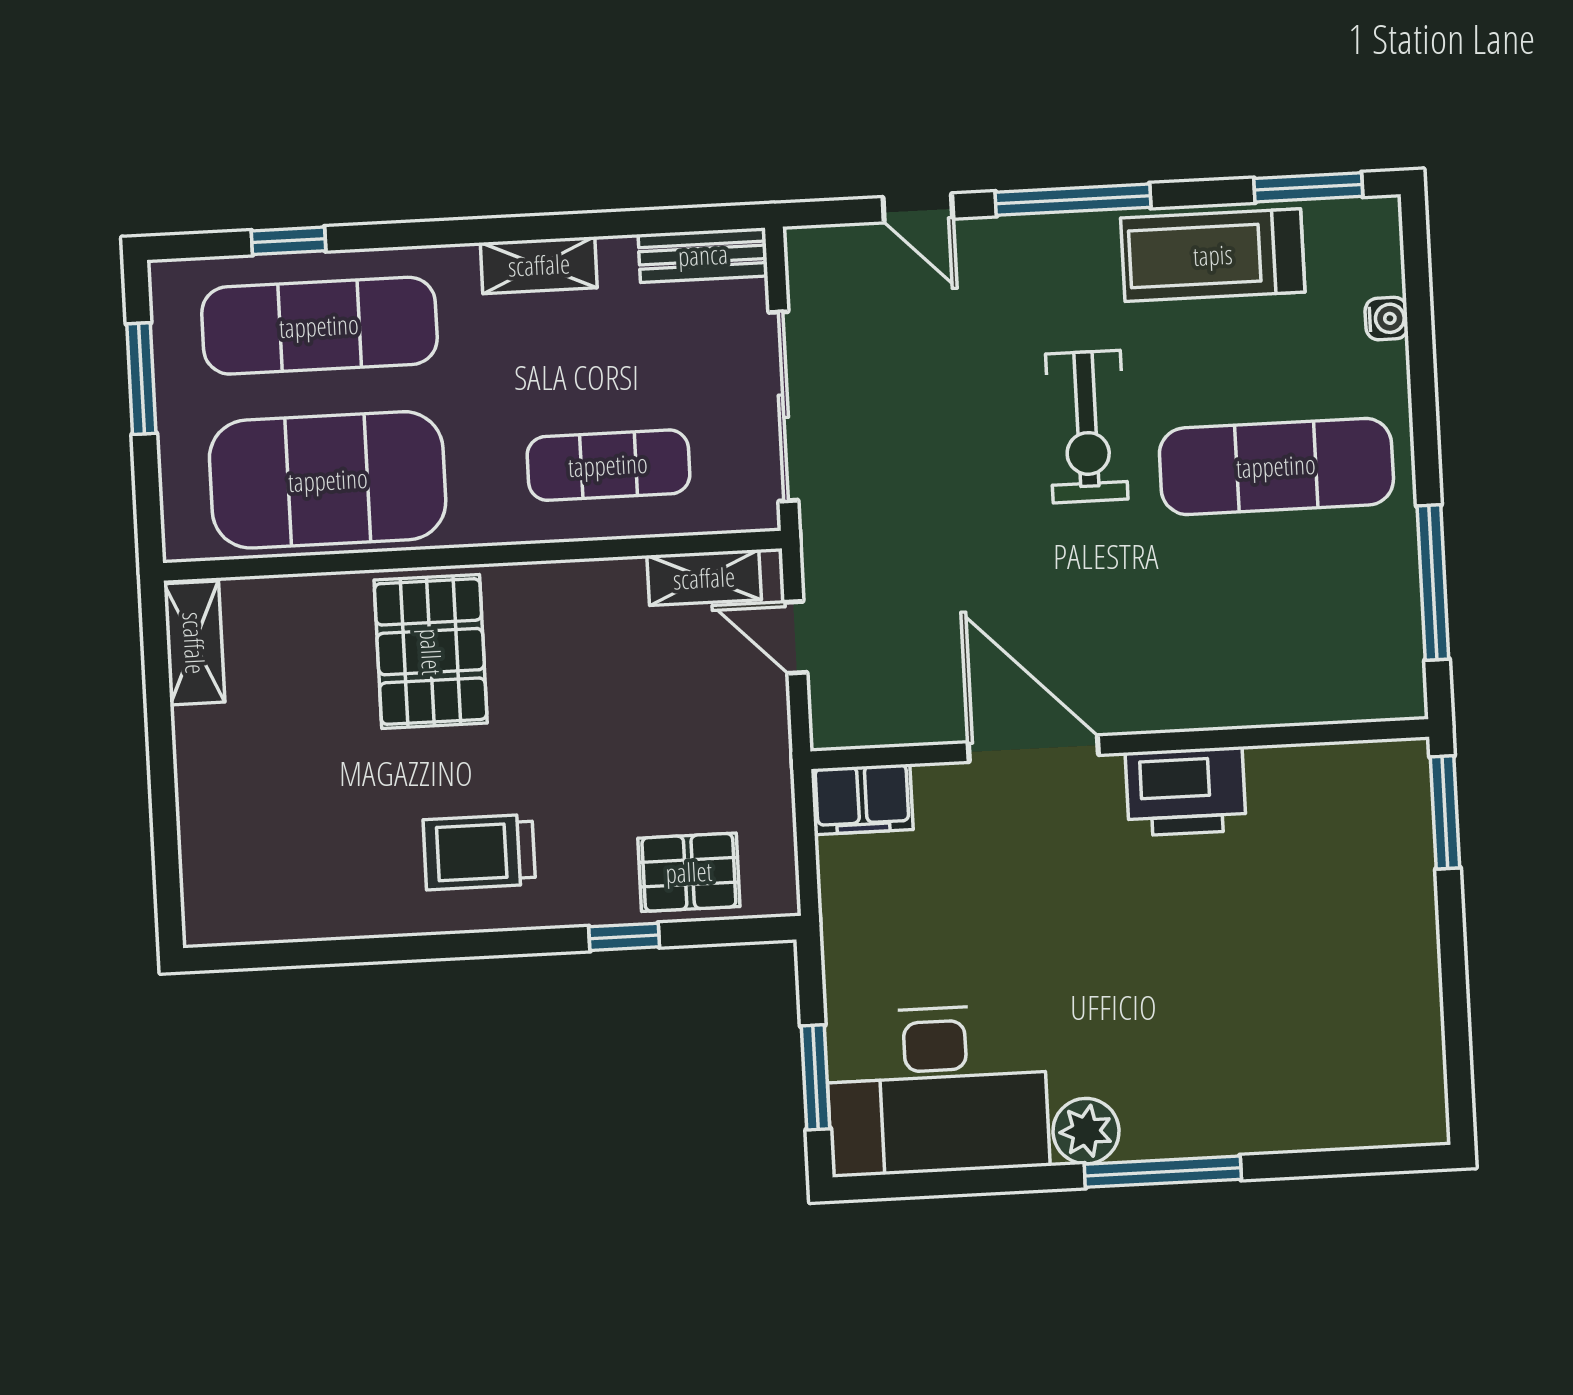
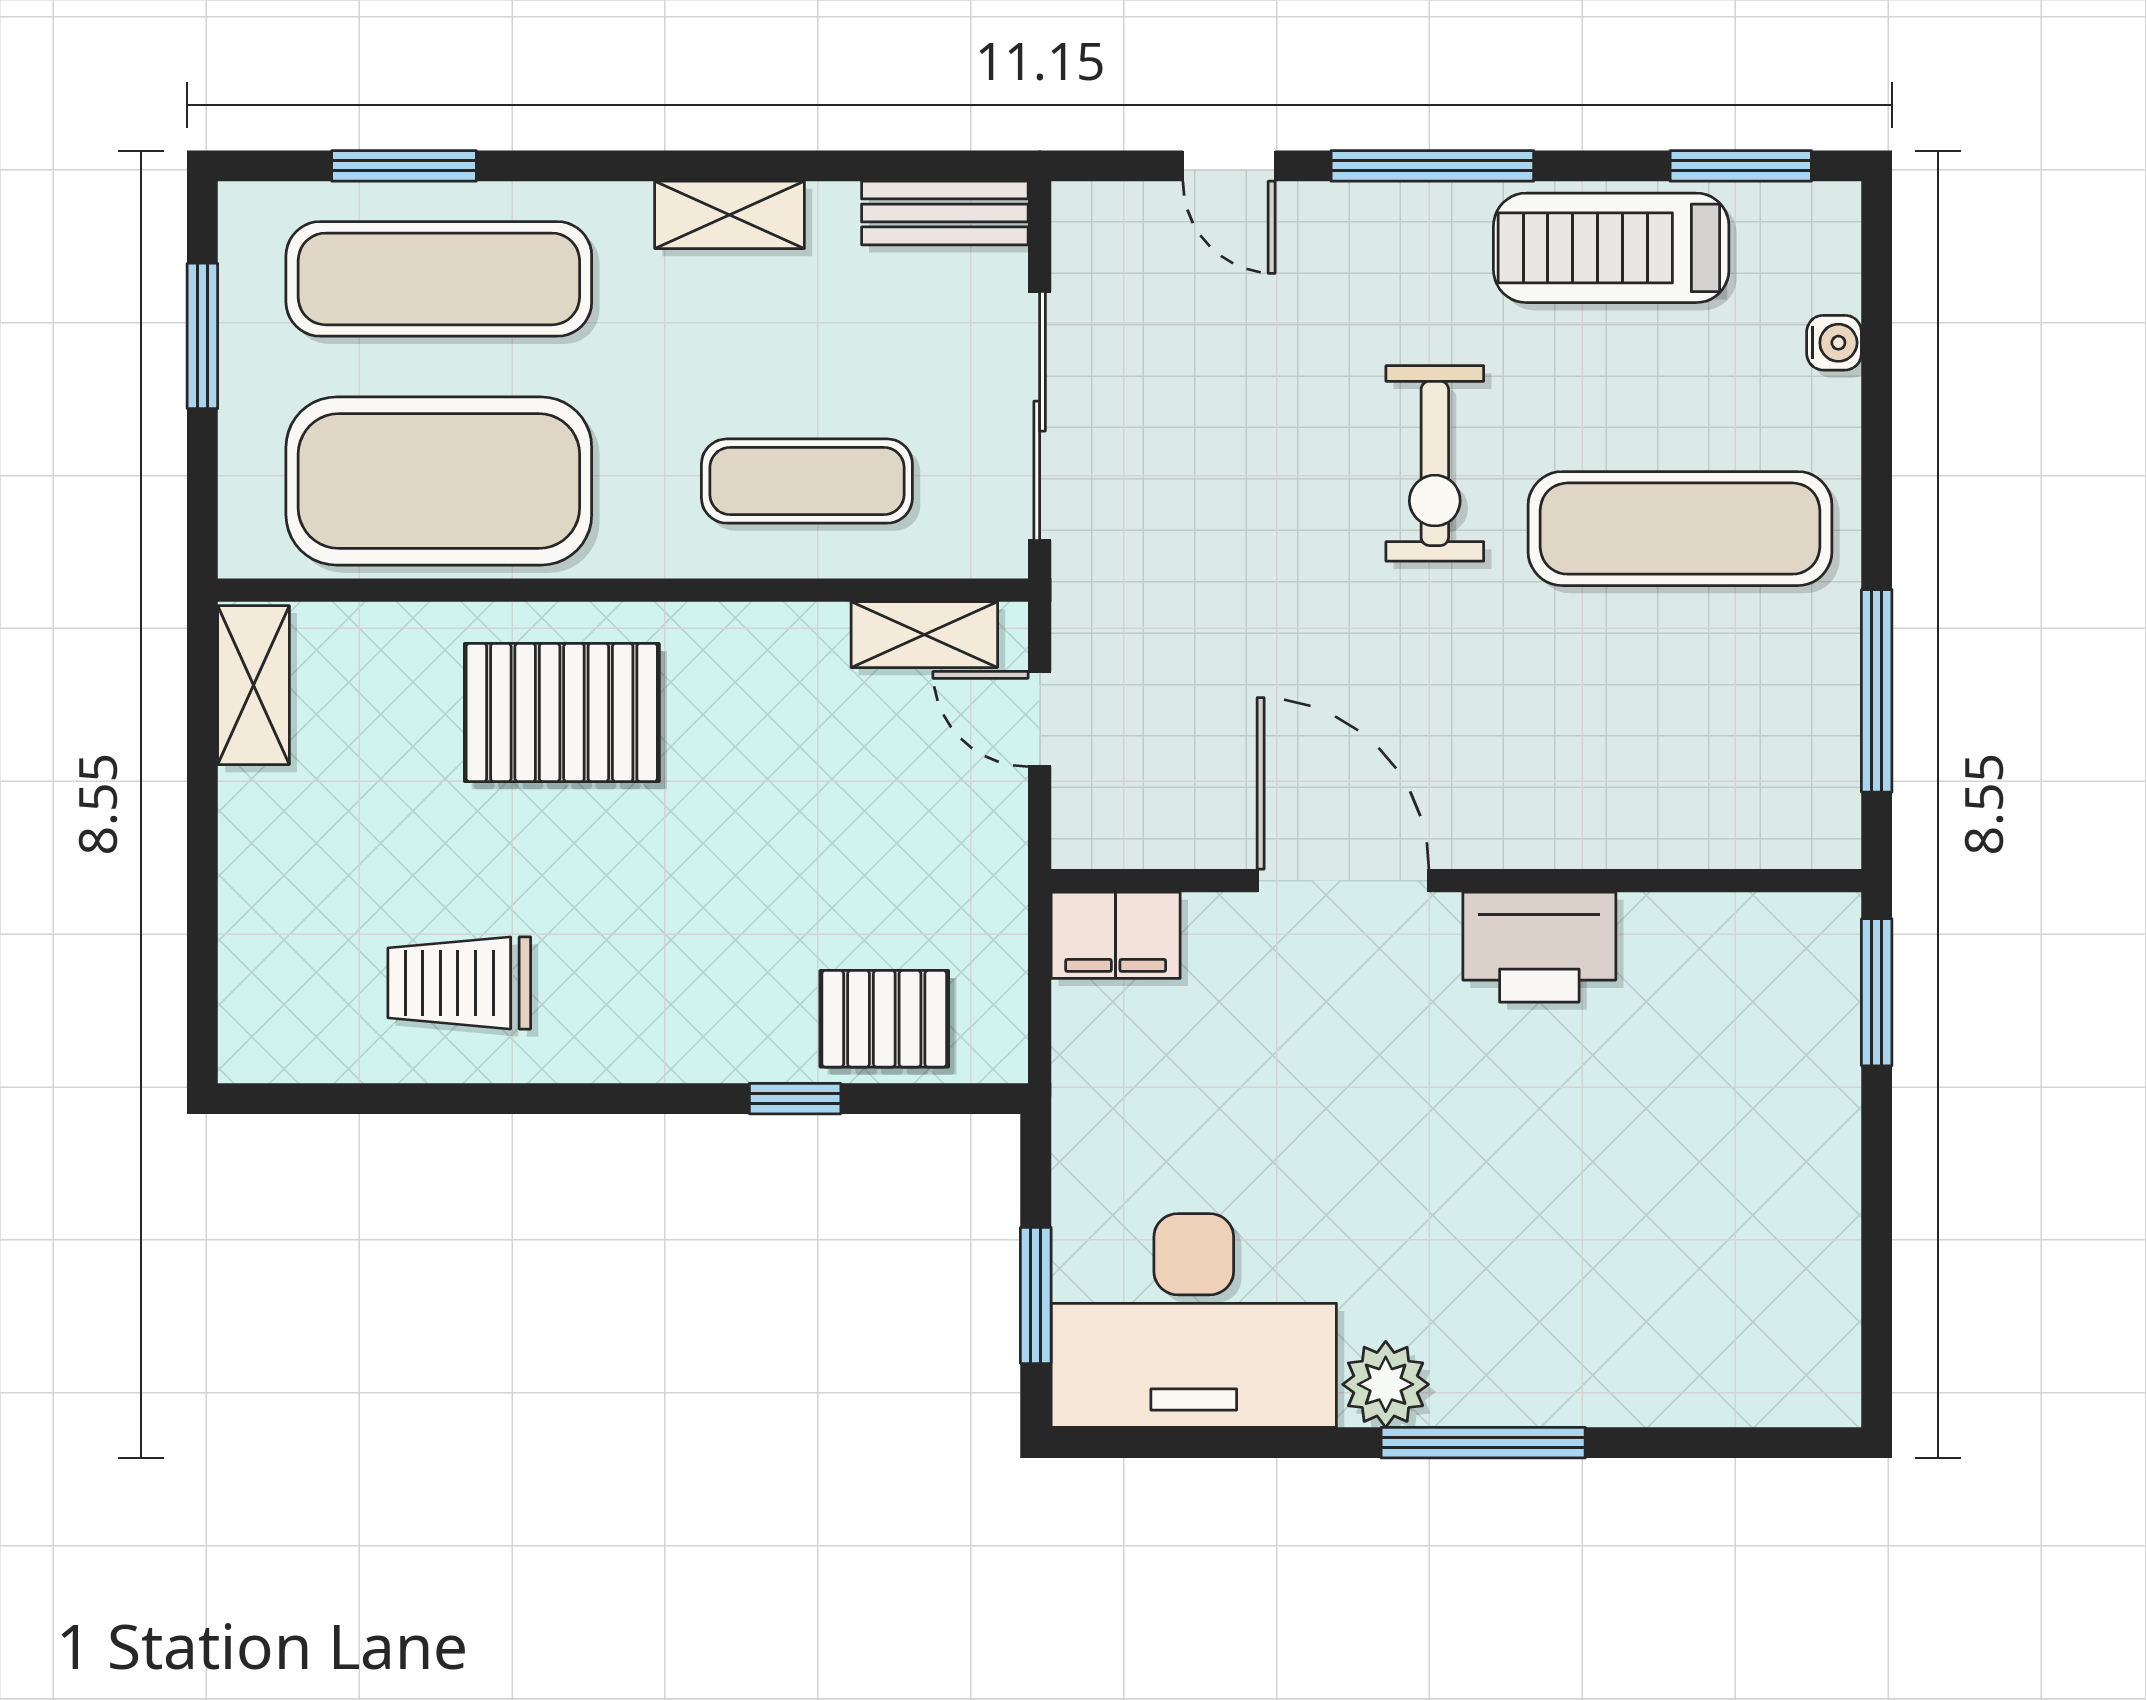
window: (288, 241) -> (404, 166), width x1.50
pallet: (431, 652) -> (562, 712), turned 90
trolley: (479, 852) -> (459, 983), moved

